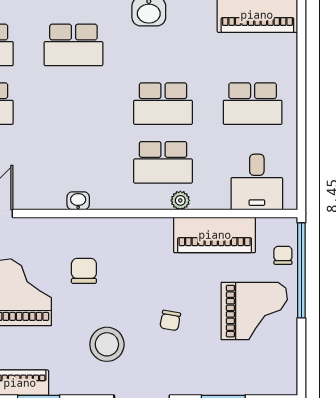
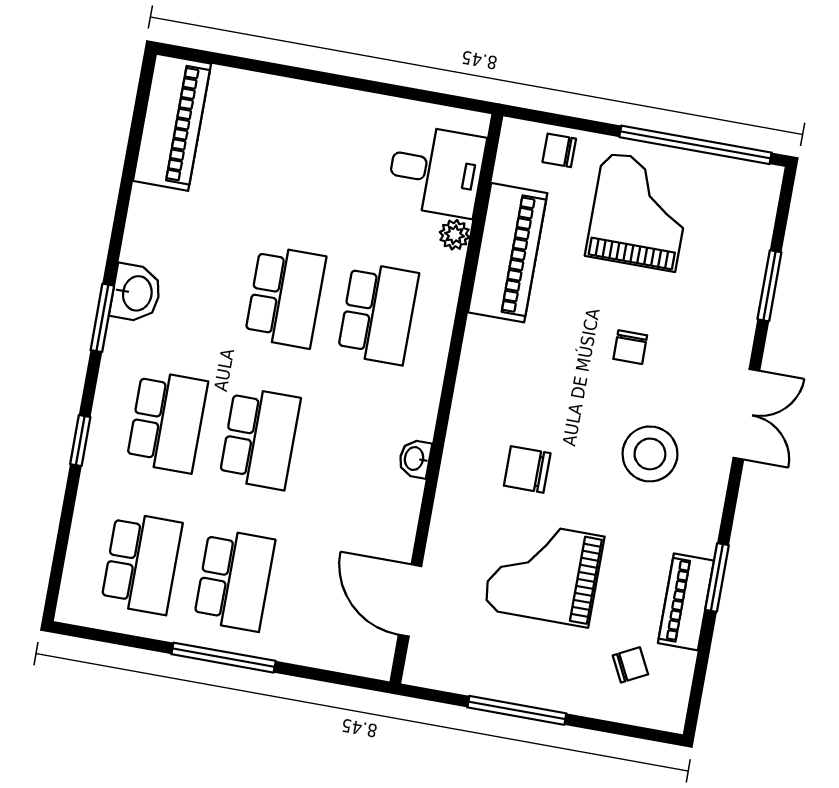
school desk: (253, 104) -> (260, 438), moved
plant: (180, 200) -> (455, 235), moved
window: (301, 270) -> (695, 145), moved
chair: (170, 320) -> (630, 347), turned 80

